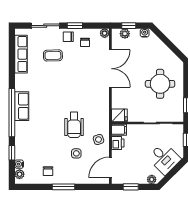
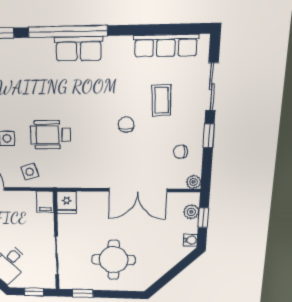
chair: (68, 37) -> (126, 125), moved
printer: (118, 143) -> (26, 200), removed

